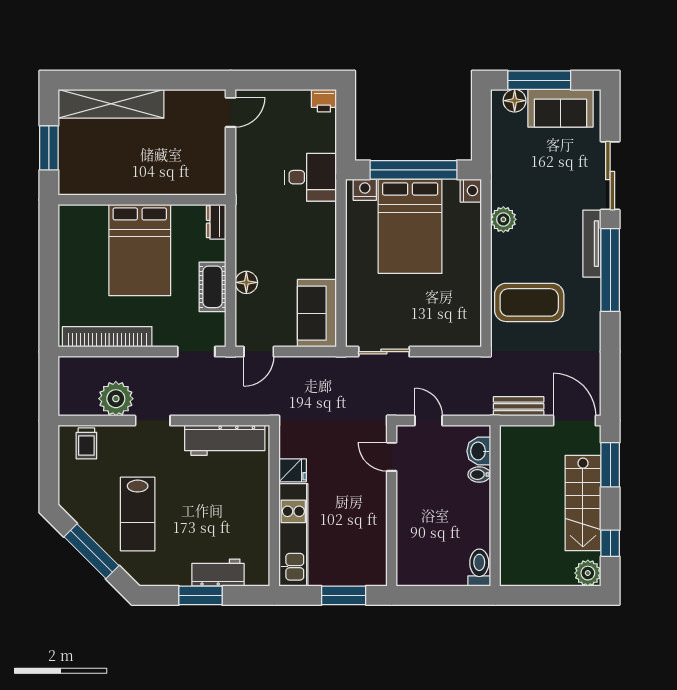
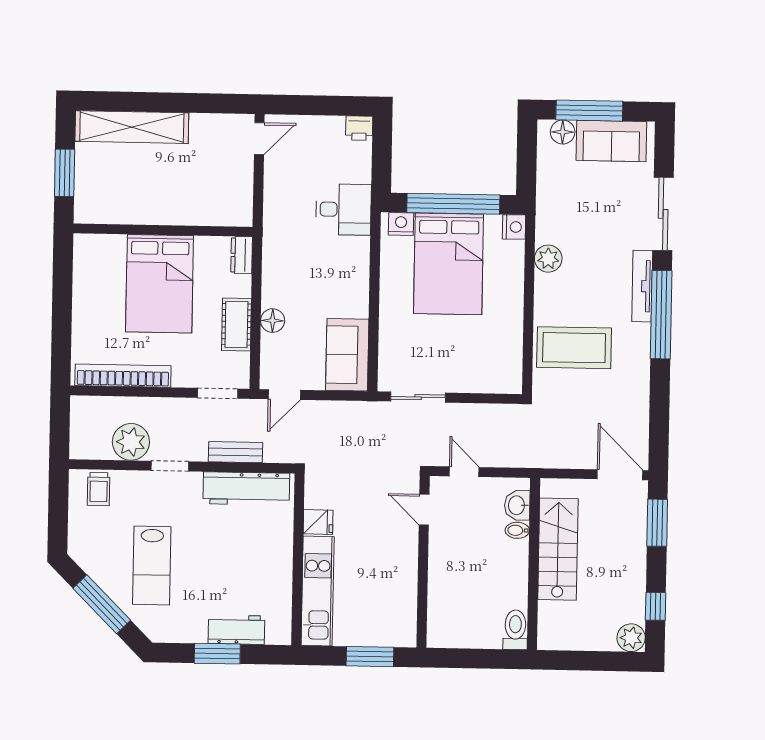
bench: (519, 406) -> (236, 452), moved
stairs: (583, 503) -> (558, 549), moved, turned 180

